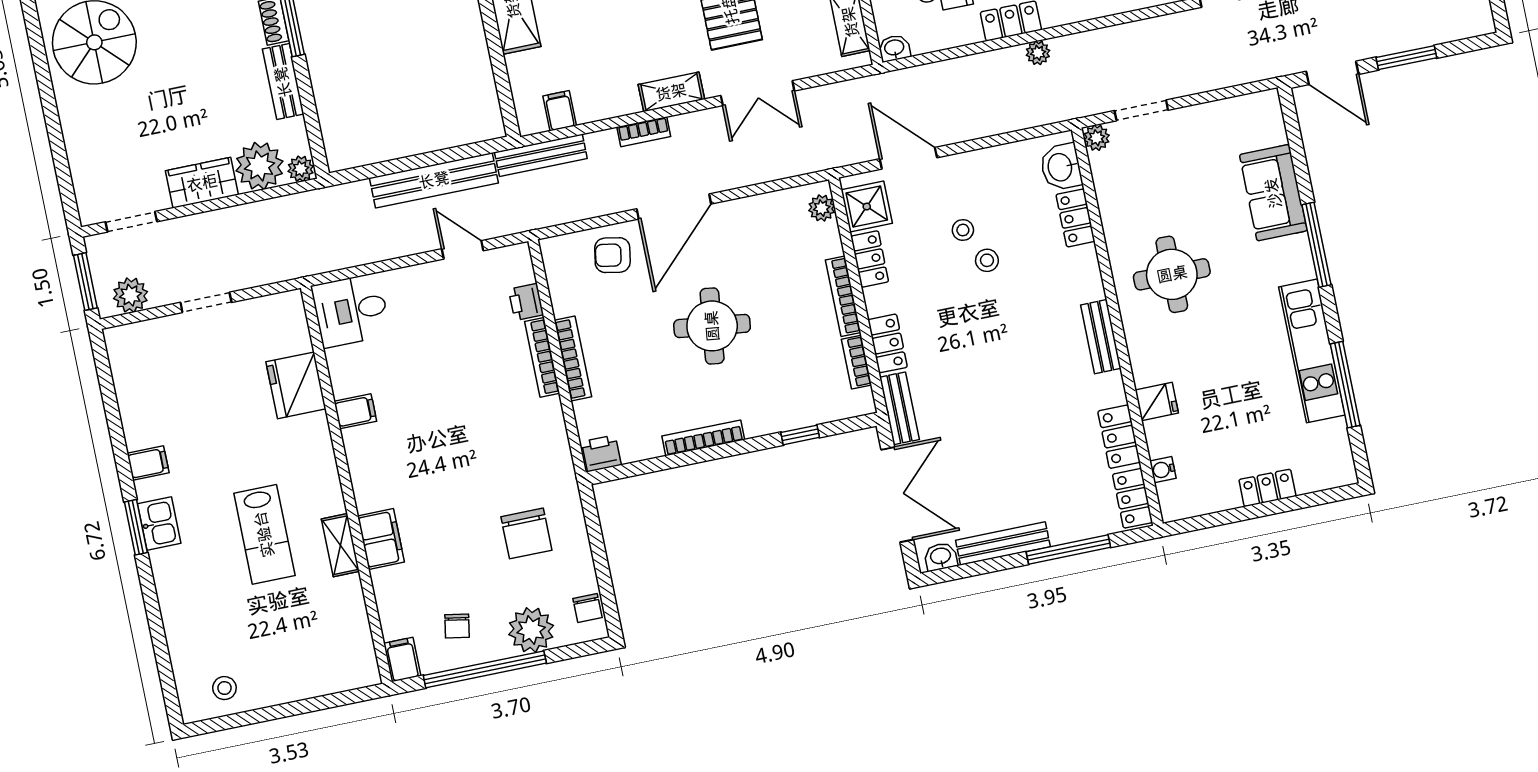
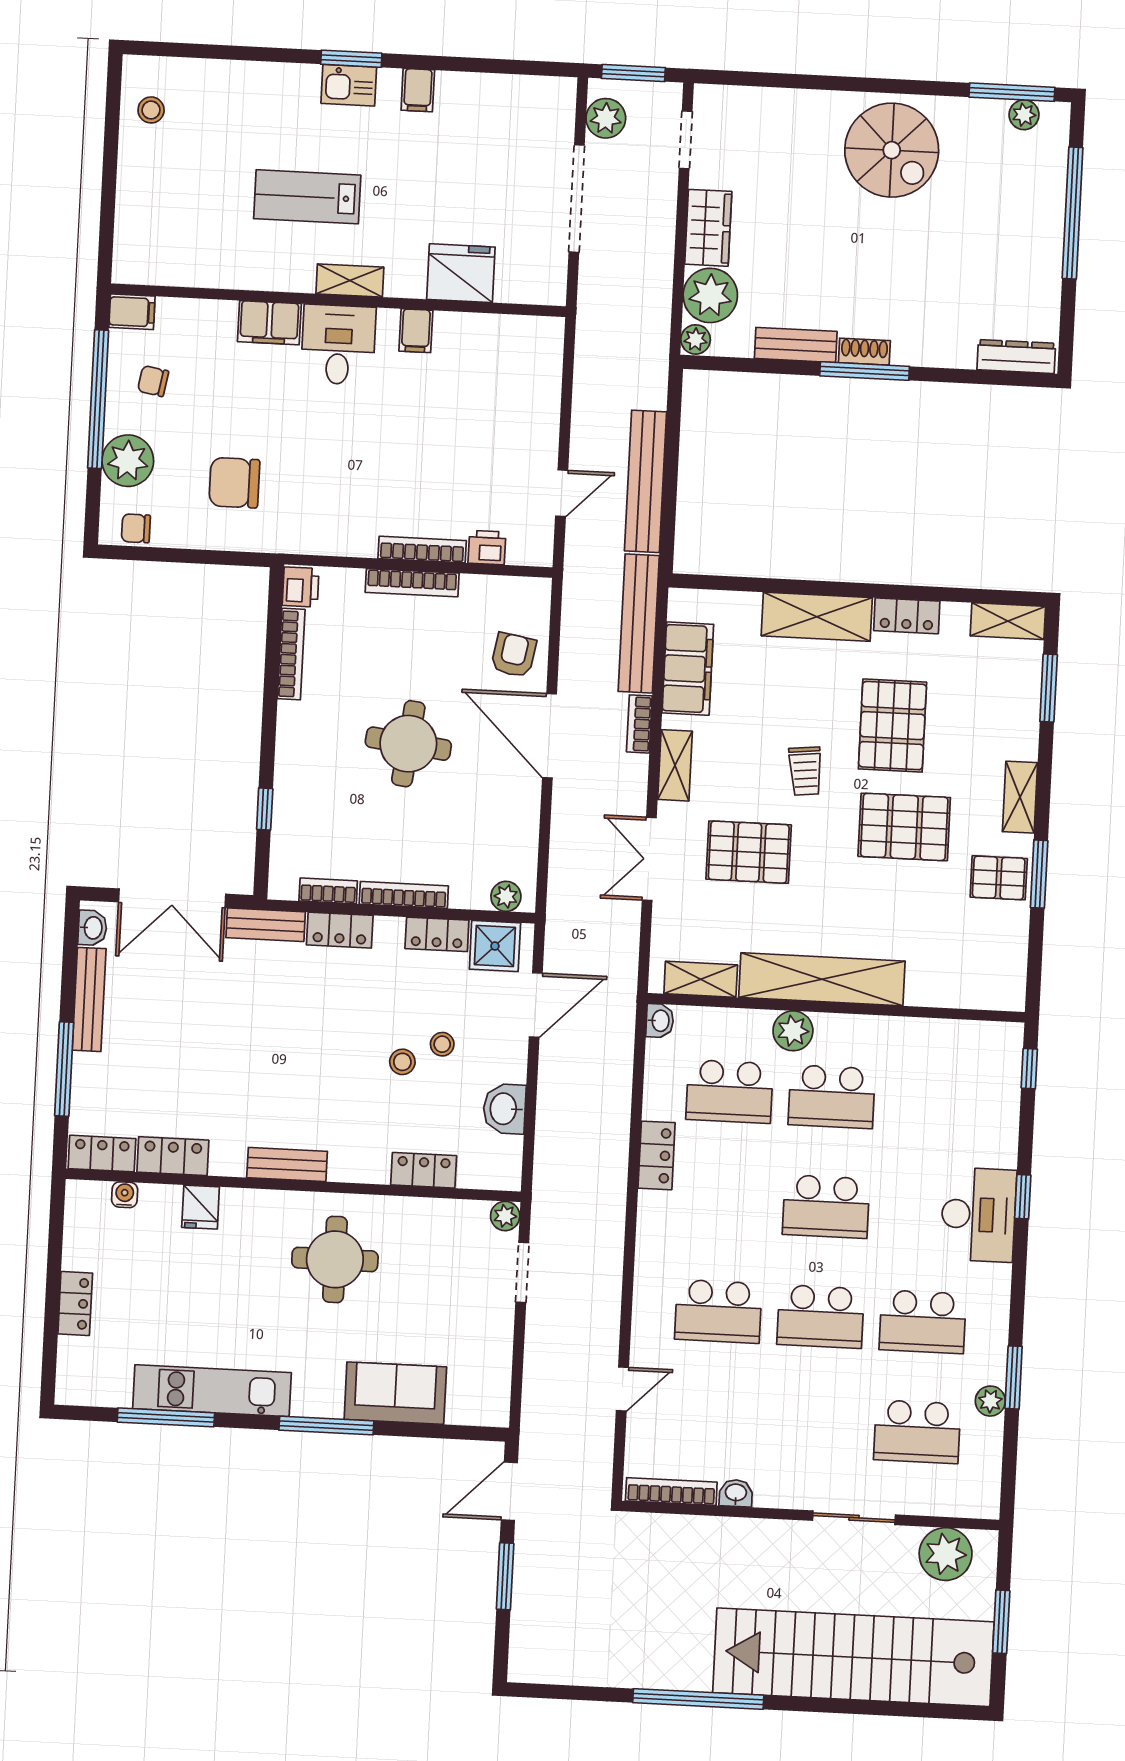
plant: (1038, 53) -> (614, 1176), removed
filing cabinet: (560, 111) -> (688, 669), width x3.00, depth x1.17
bench: (541, 155) -> (639, 623), width x1.37, depth x1.21
washbasin: (1061, 167) -> (504, 1109), moved, turned -90
doorway: (206, 302) -> (577, 199), width x1.88
desk: (351, 310) -> (338, 345), moved
bookcase: (703, 438) -> (291, 654), moved
shelving: (340, 545) -> (350, 280), moved

